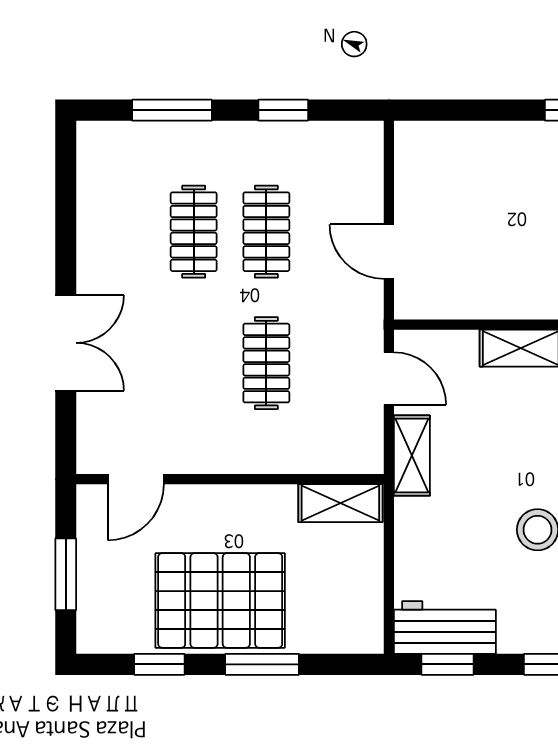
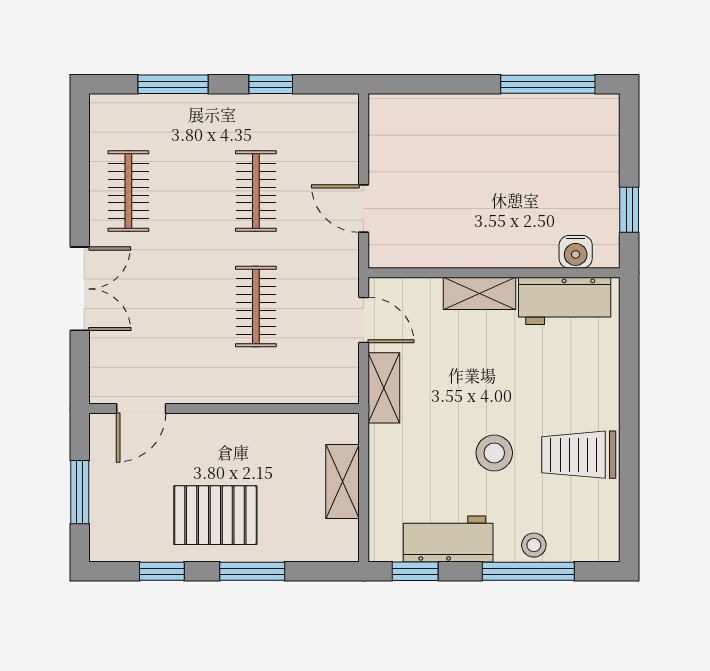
clothes rail: (194, 232) -> (128, 191), moved
shelving: (340, 503) -> (343, 481), moved, turned 90
pallet: (220, 600) -> (215, 515), width x0.73, depth x0.71
workbench: (445, 628) -> (448, 539), moved

